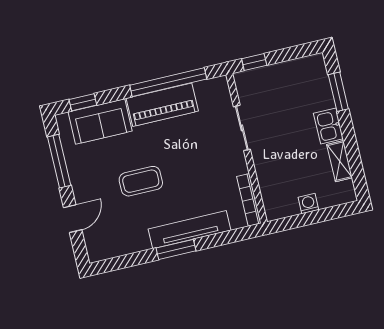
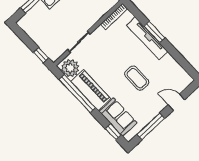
plant: (211, 93) -> (70, 68), added
window: (176, 249) -> (154, 32), moved

